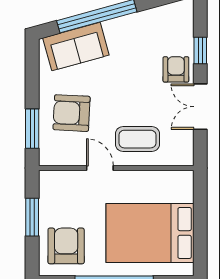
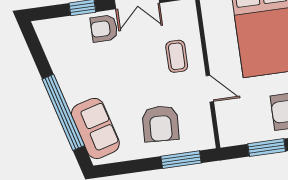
coffee table: (137, 139) -> (177, 56), width x0.73, depth x0.77
door: (100, 168) -> (210, 89), swing flipped

